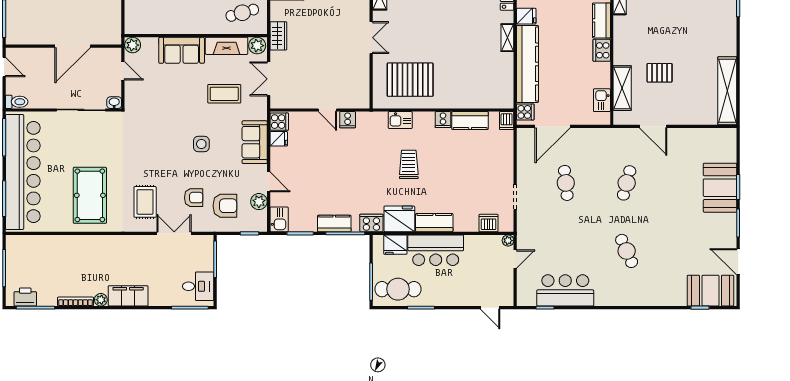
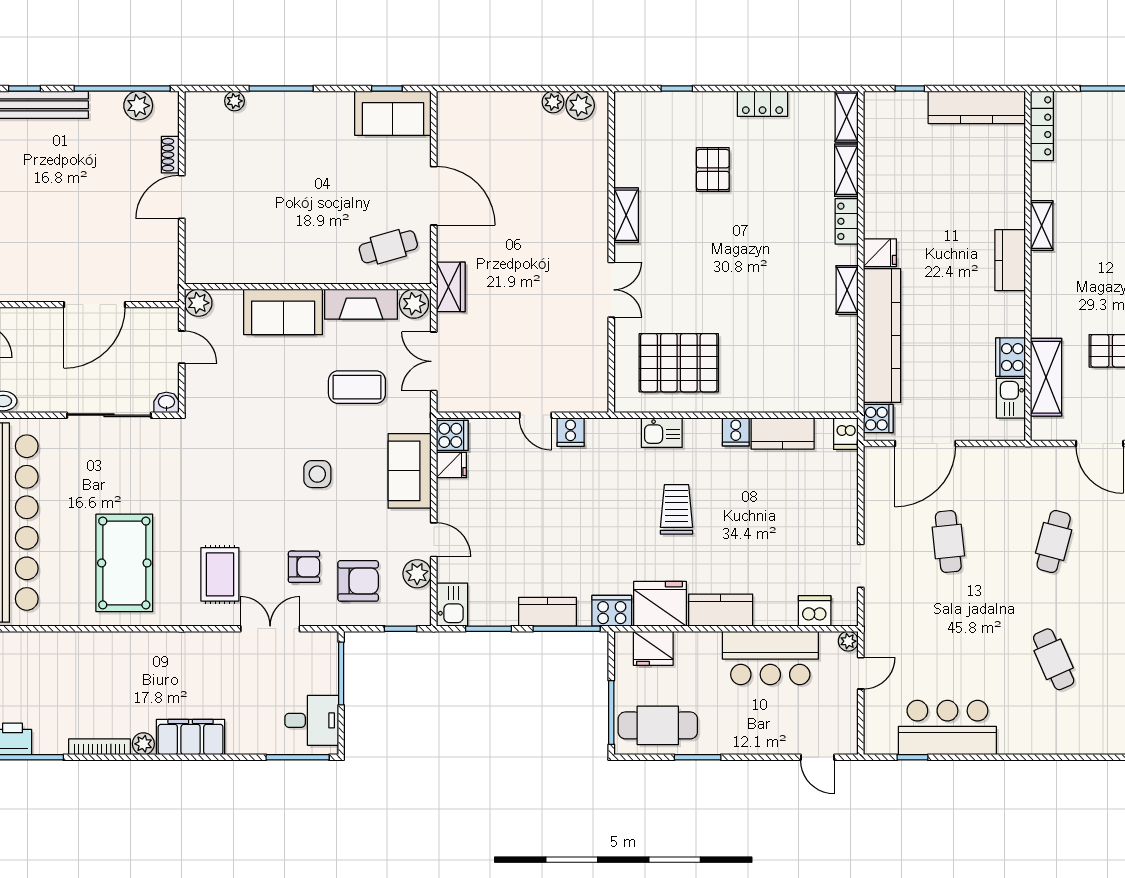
cooker: (602, 50) -> (1011, 357), moved
bar counter: (436, 250) -> (770, 658), moved

